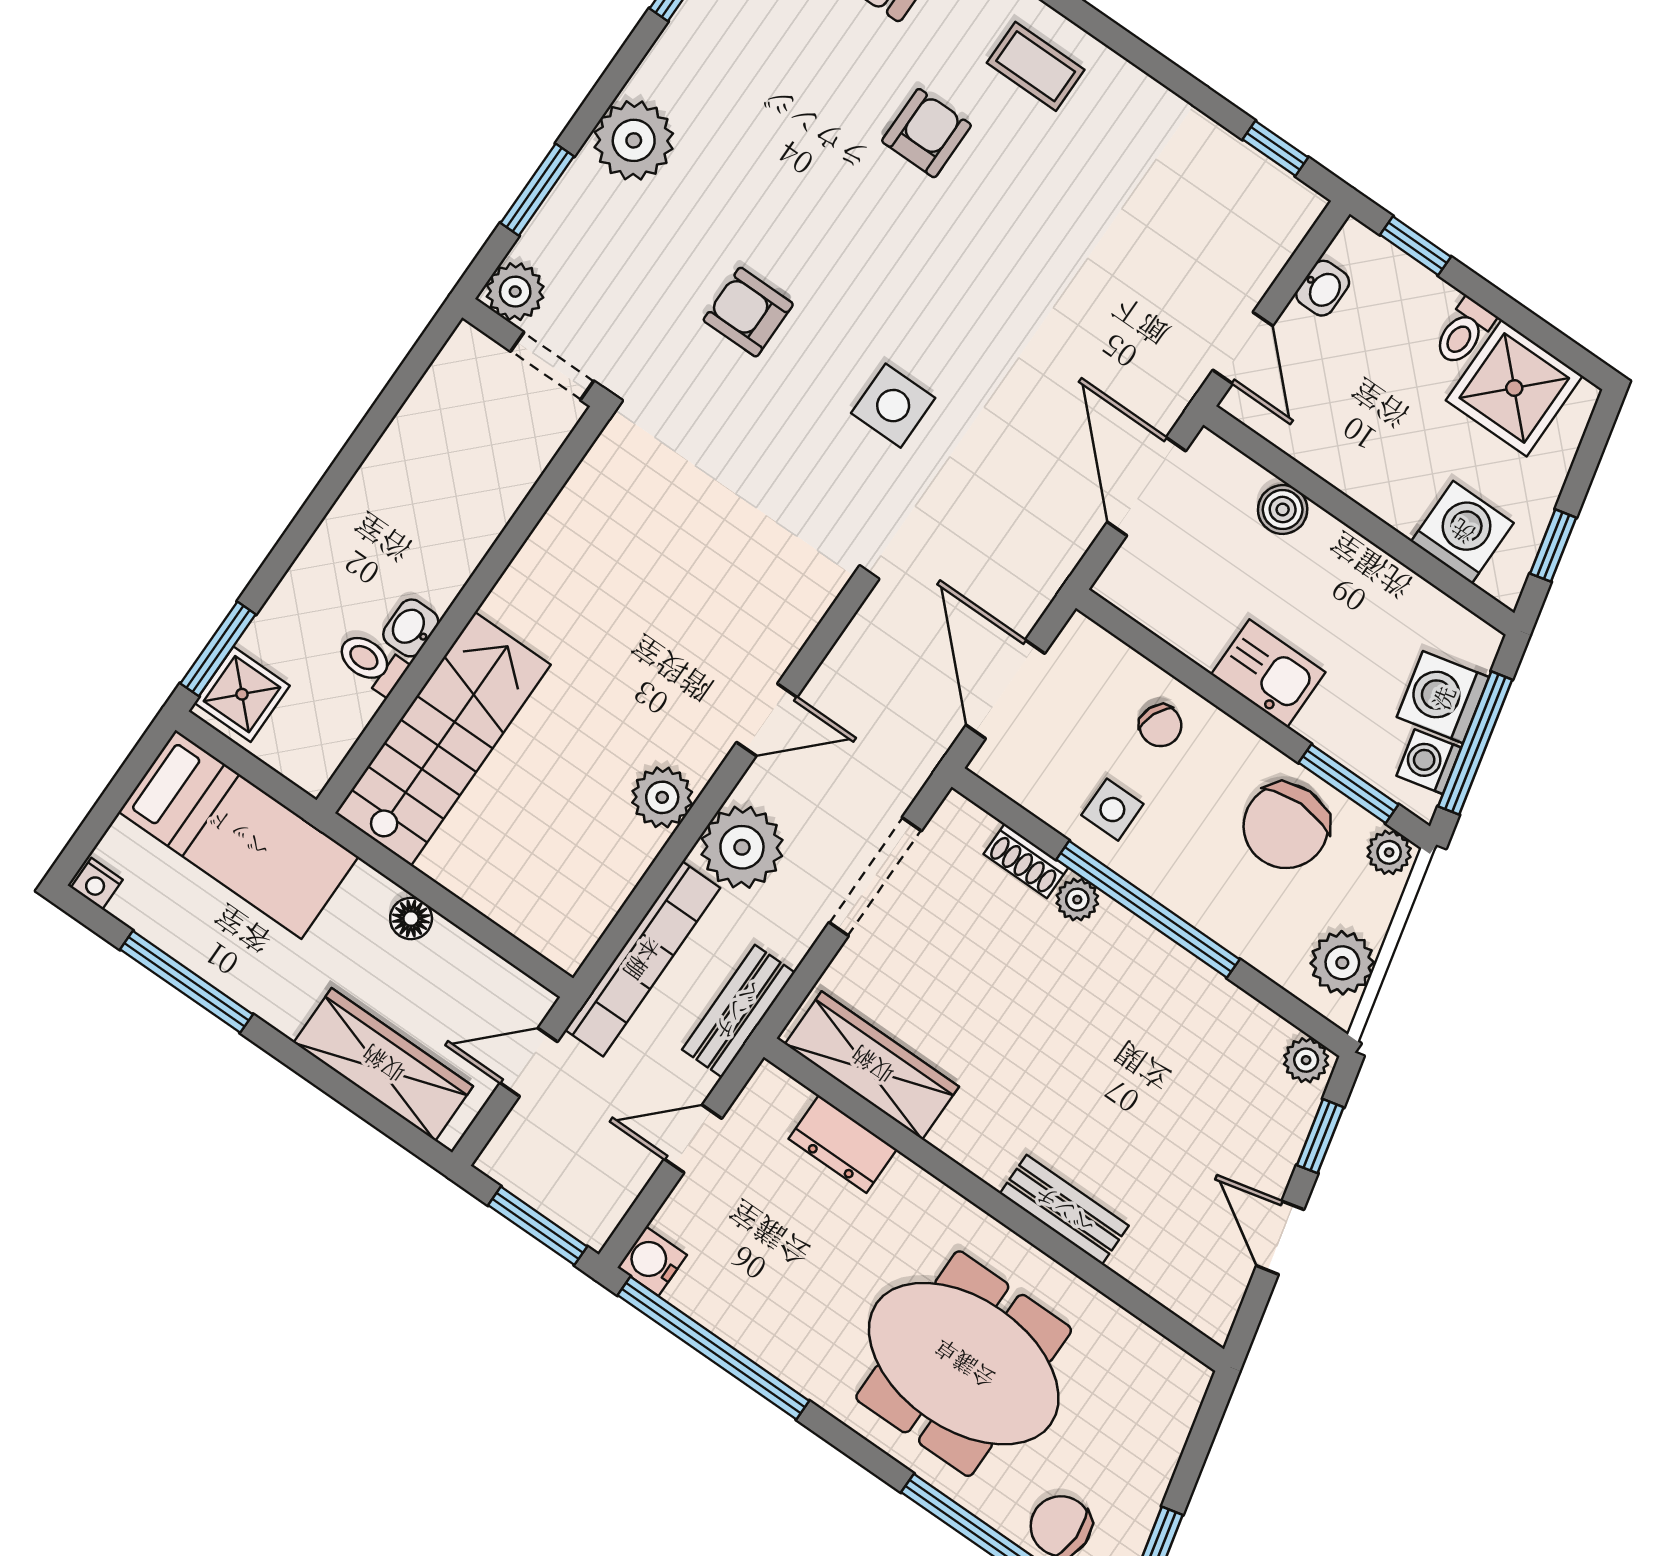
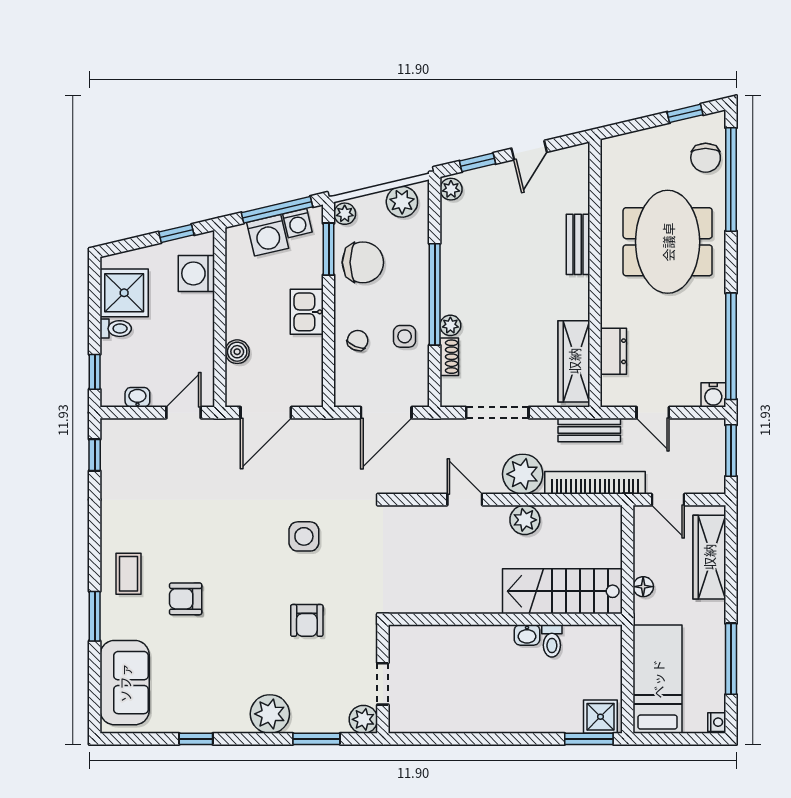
wall: (463, 610) -> (505, 619), moved
washbasin: (411, 628) -> (527, 635), moved
toilet: (372, 663) -> (552, 641), moved
stairs: (443, 739) -> (562, 591), moved

